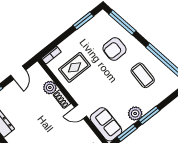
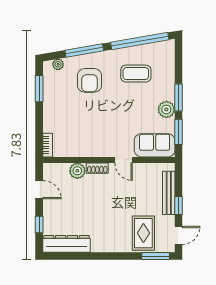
plant: (109, 20) -> (58, 64), added
window: (122, 22) -> (84, 51), moved
rug: (75, 67) -> (77, 132), removed
door: (81, 112) -> (124, 160), hinge flipped

